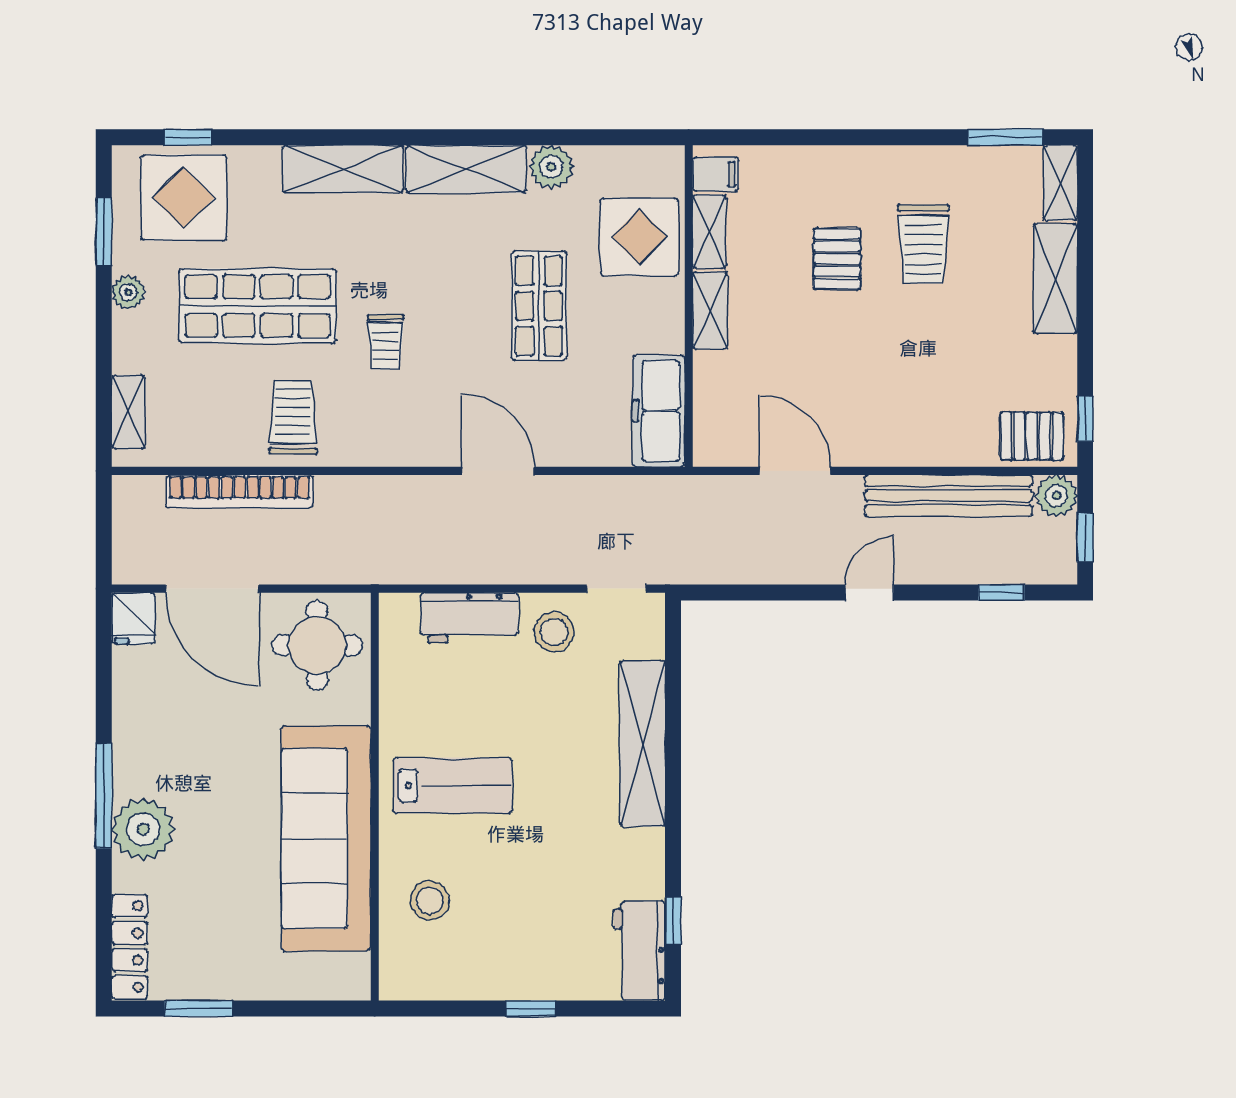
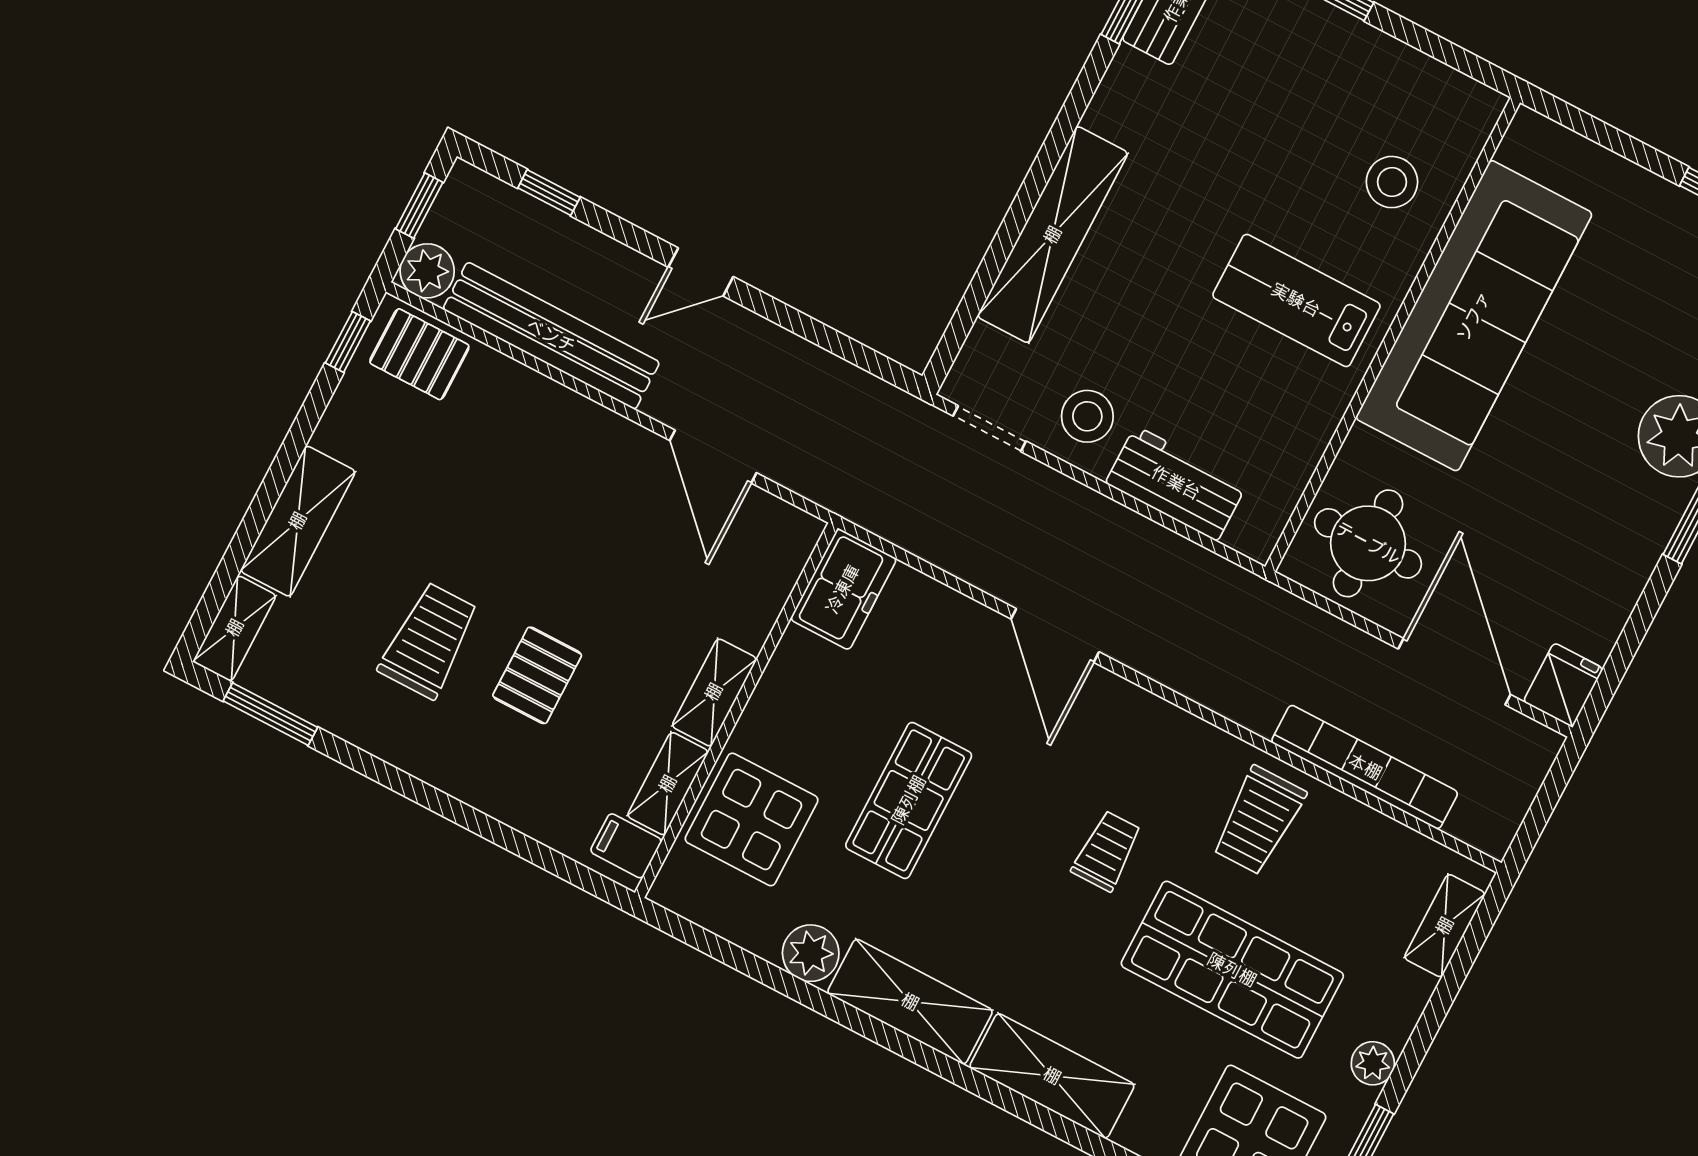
freezer: (659, 411) -> (843, 589), width x0.71

